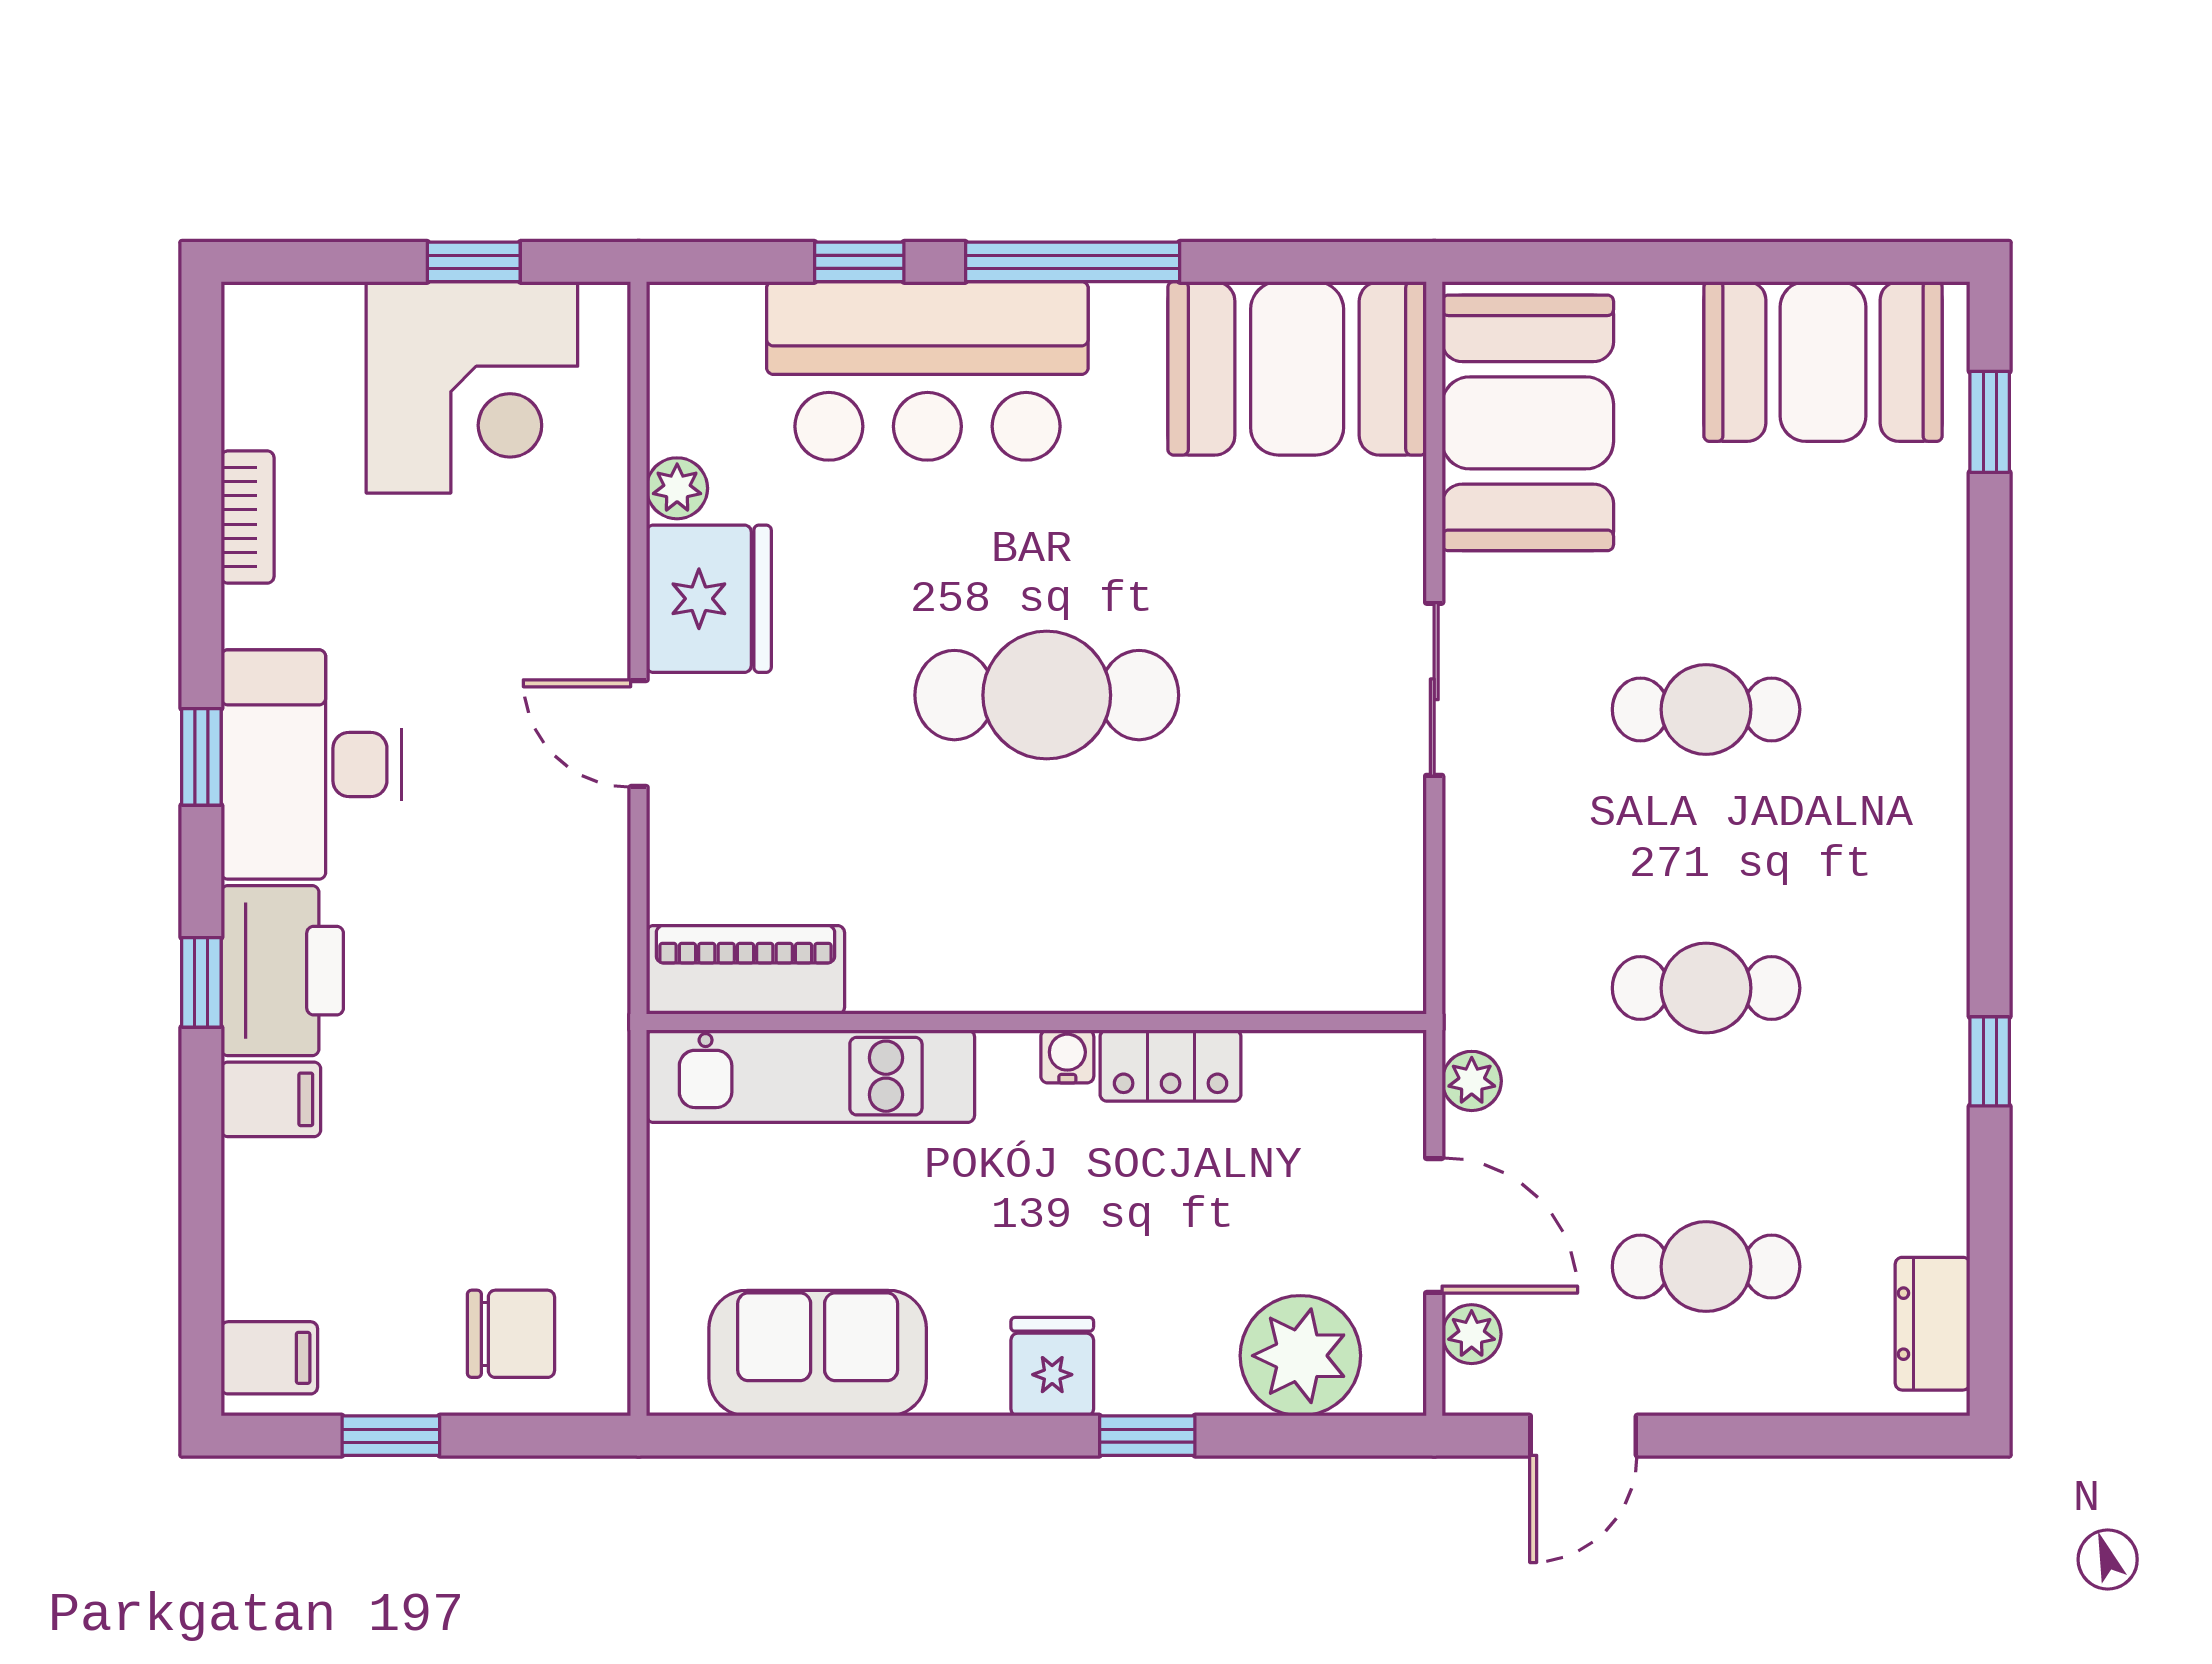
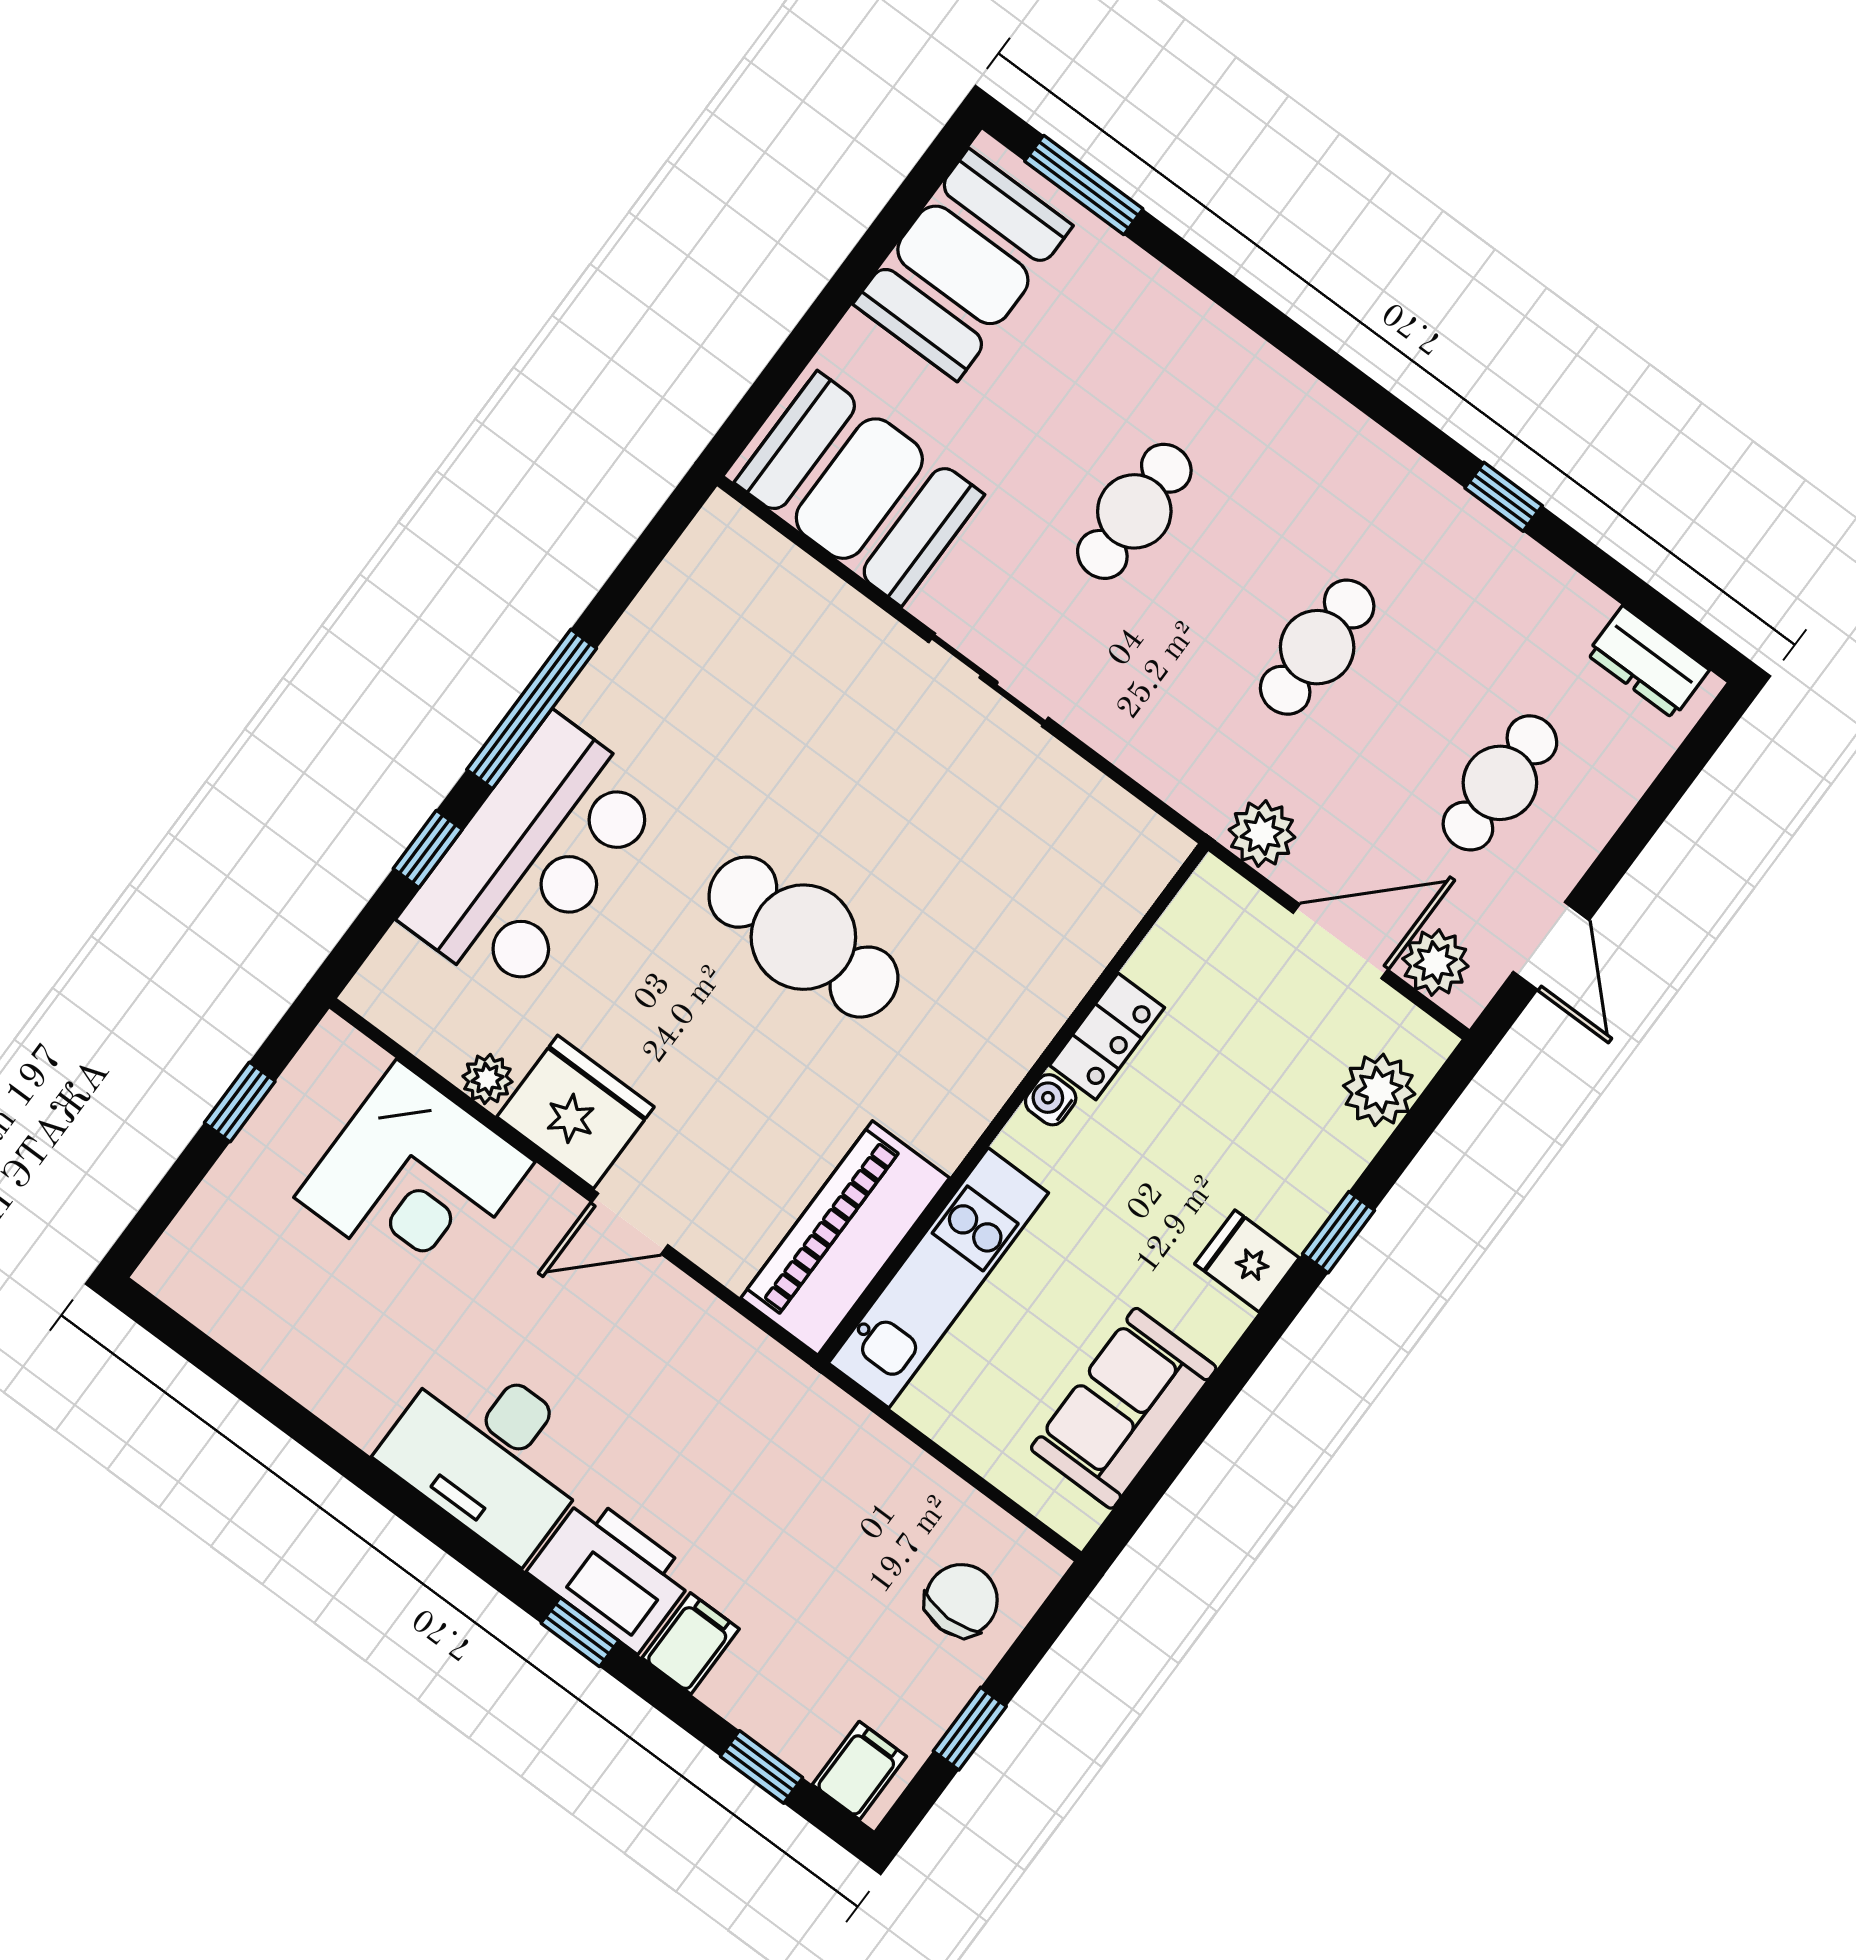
booth: (1297, 368) -> (711, 613), removed
corner desk: (472, 387) -> (415, 1180), moved, turned 90
window: (1990, 422) -> (1084, 185), width x1.50
bookcase: (248, 517) -> (297, 1375), removed
cafe table: (1047, 695) -> (803, 937), turned 90
window: (201, 757) -> (762, 1767), moved
piano: (746, 970) -> (845, 1238), width x1.37, depth x1.33
plant: (1472, 1081) -> (1262, 834), width x1.38, depth x1.38
plant: (1472, 1334) -> (1435, 962), width x1.38, depth x1.38
plant: (1300, 1356) -> (1379, 1090), width x0.73, depth x0.73

